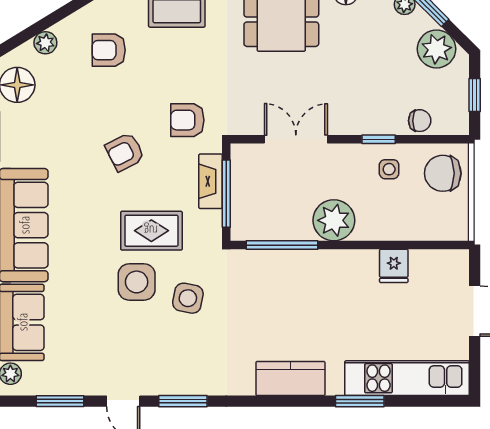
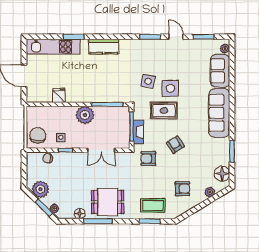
window: (475, 95) -> (24, 169), removed
armchair: (187, 120) -> (148, 158), turned 180
armchair: (125, 152) -> (175, 145), turned -95
chair: (443, 173) -> (38, 135), turned -88

